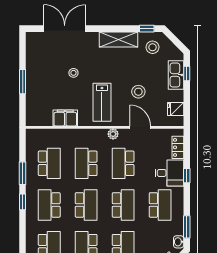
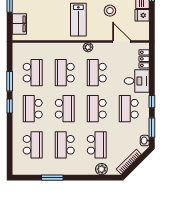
fridge: (176, 109) -> (142, 15), moved
filing cabinet: (65, 118) -> (19, 24), moved, turned 90
door: (140, 127) -> (122, 41), moved
window: (187, 176) -> (152, 102), moved
school desk: (123, 205) -> (97, 109), turned 180
school desk: (160, 205) -> (129, 109), turned 180

